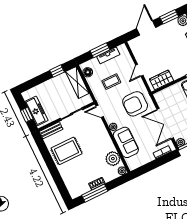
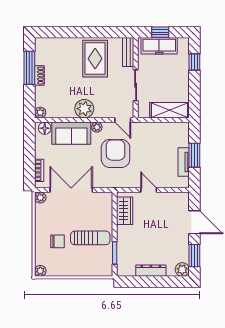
window: (57, 71) -> (194, 62), moved
floor lamp: (88, 72) -> (45, 128), moved
coffee table: (111, 82) -> (151, 151), removed
armchair: (135, 104) -> (116, 153), moved
door: (100, 111) -> (123, 120), swing flipped
plant: (113, 159) -> (84, 109), moved

